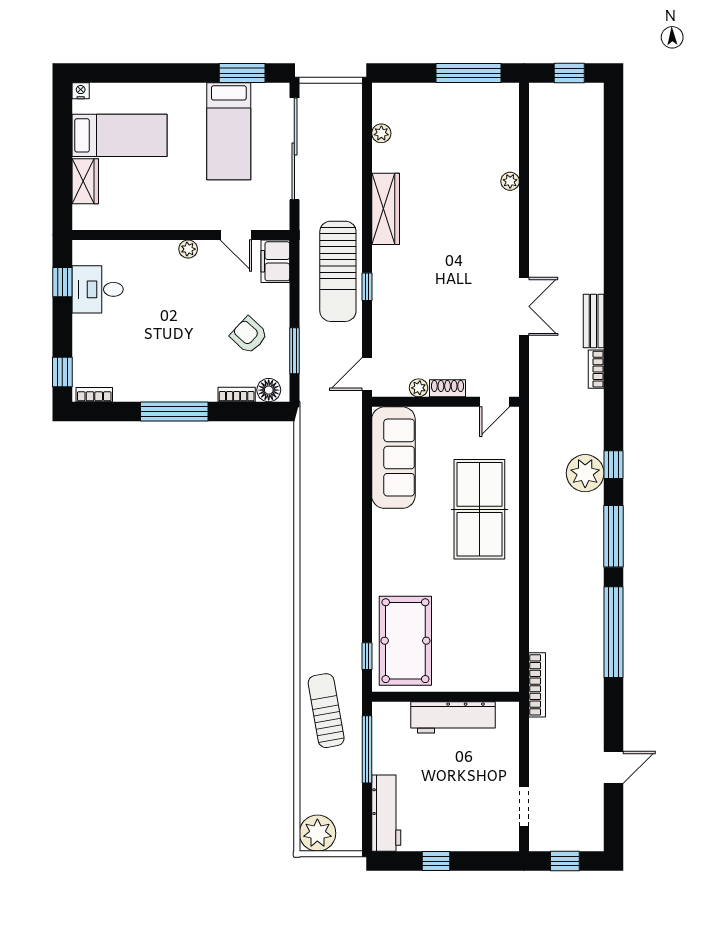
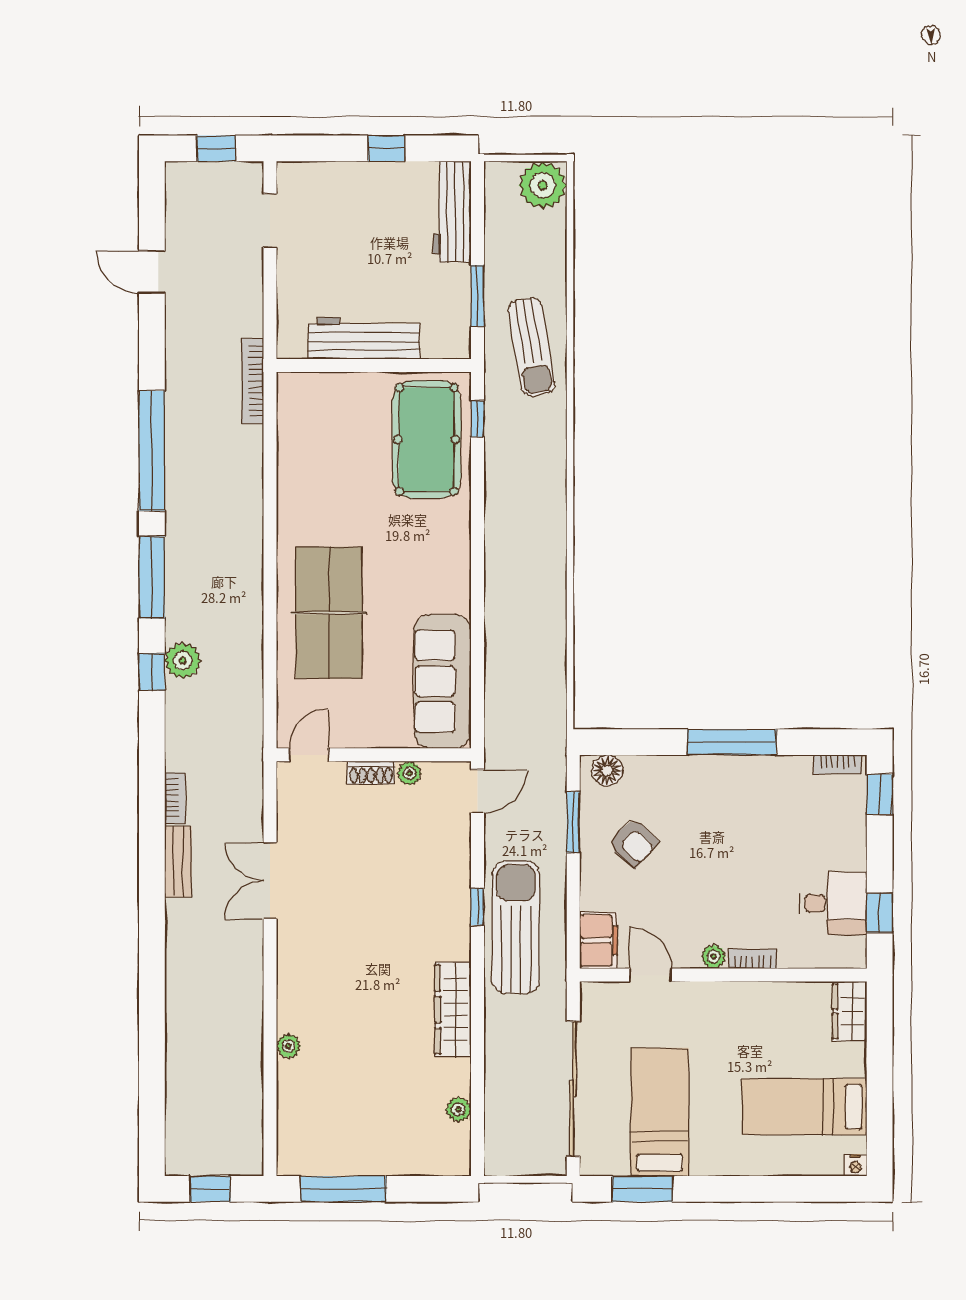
wardrobe: (85, 181) -> (850, 1011), moved
bookcase: (237, 394) -> (753, 959), moved, turned 180
plant: (585, 473) -> (183, 661), width x0.73, depth x0.73
window: (367, 749) -> (477, 296), width x0.69
door: (614, 767) -> (152, 272), hinge flipped

